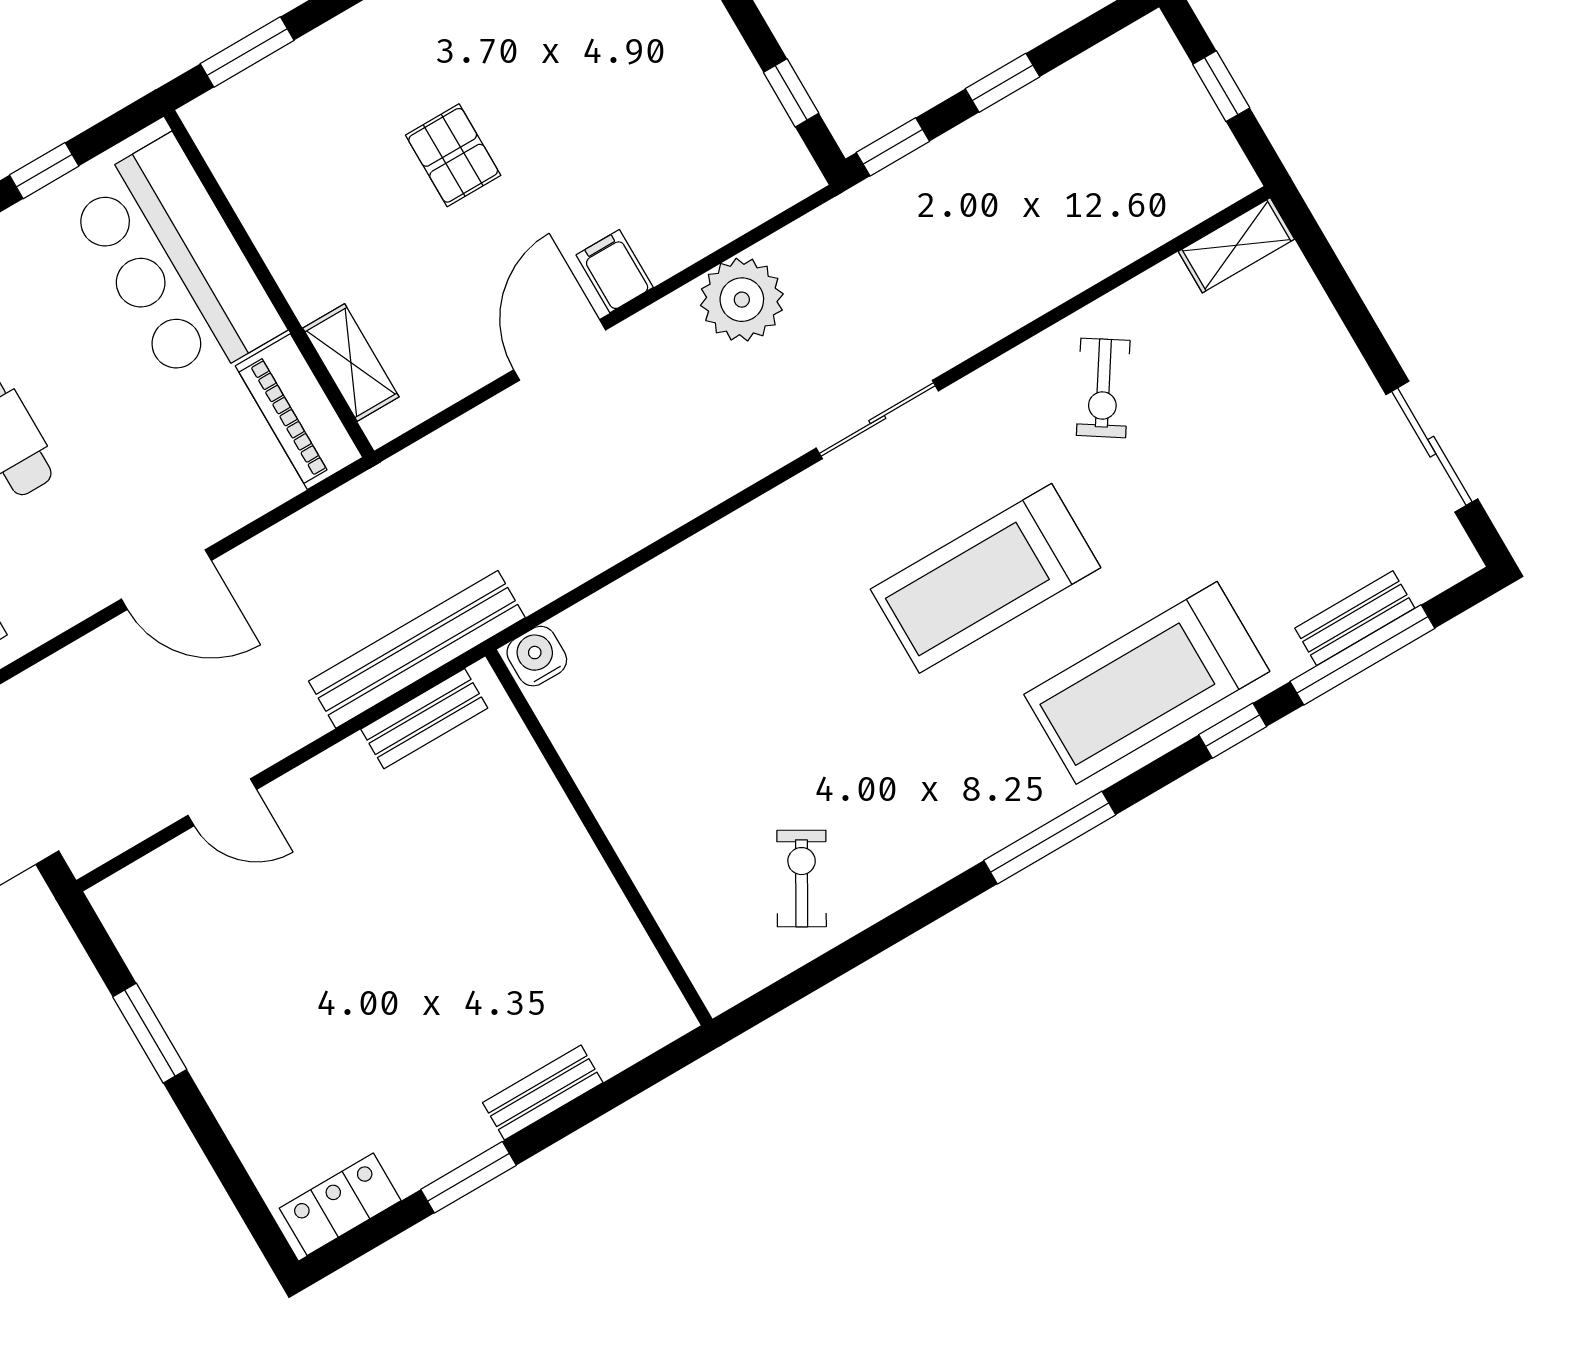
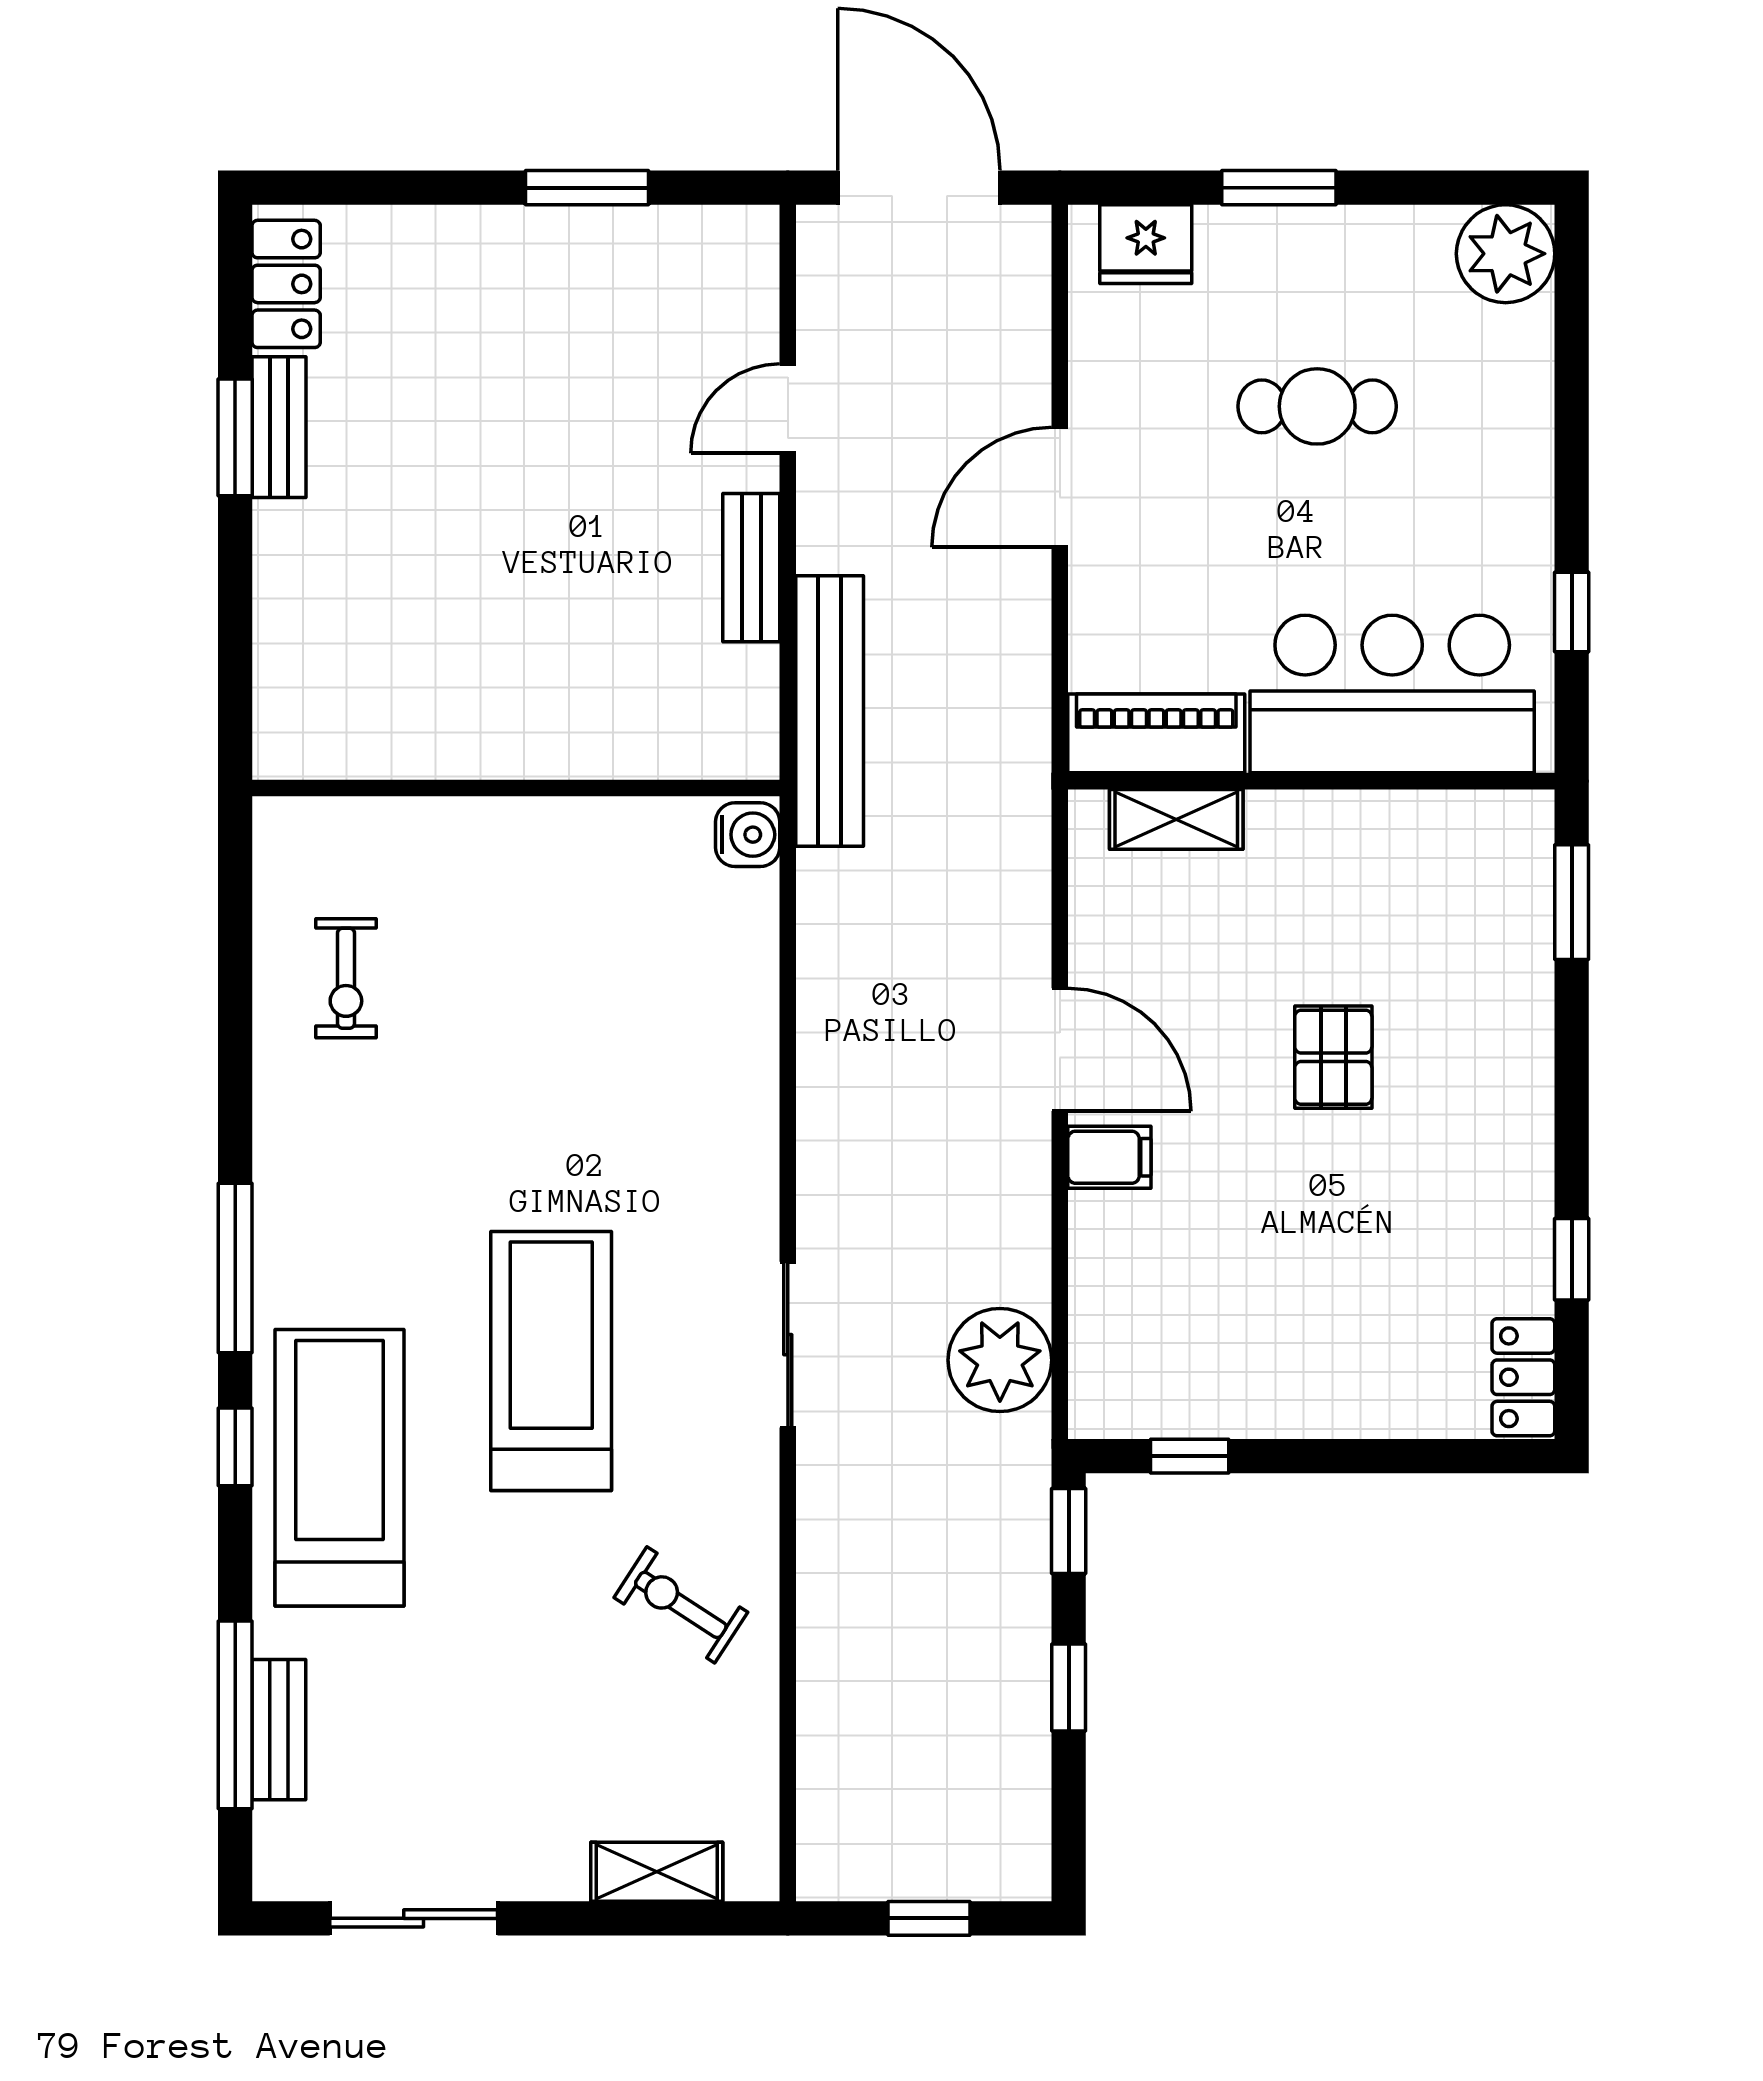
pallet: (453, 155) -> (1333, 1057), turned 90
shelving: (1236, 245) -> (657, 1872), moved, turned 90
plant: (742, 300) -> (1000, 1360), moved
bench: (424, 719) -> (751, 568), moved
window: (1233, 731) -> (235, 1447), moved
exercise bike: (802, 878) -> (346, 978), turned 60
bench: (543, 1093) -> (279, 427), moved

